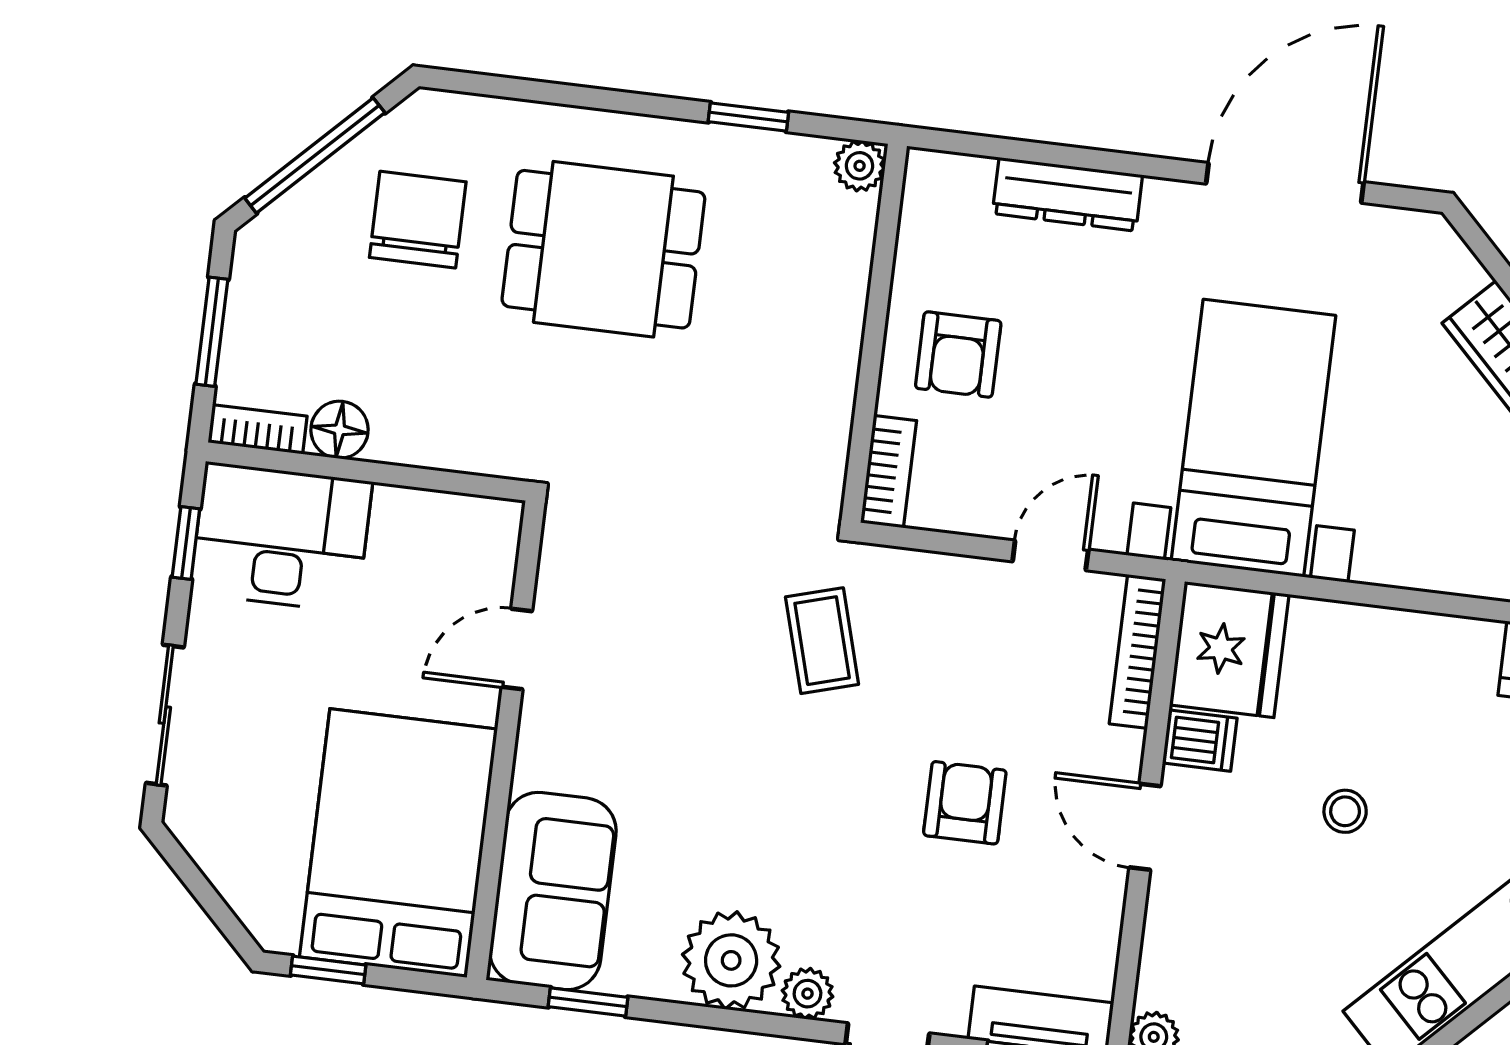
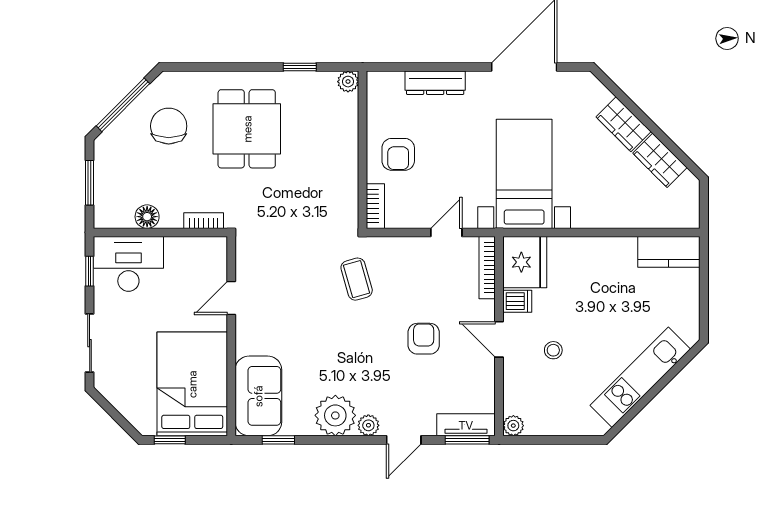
dining table: (603, 249) -> (247, 129), turned 90
bookcase: (258, 429) -> (204, 221), moved
stool: (1345, 811) -> (553, 350), moved

